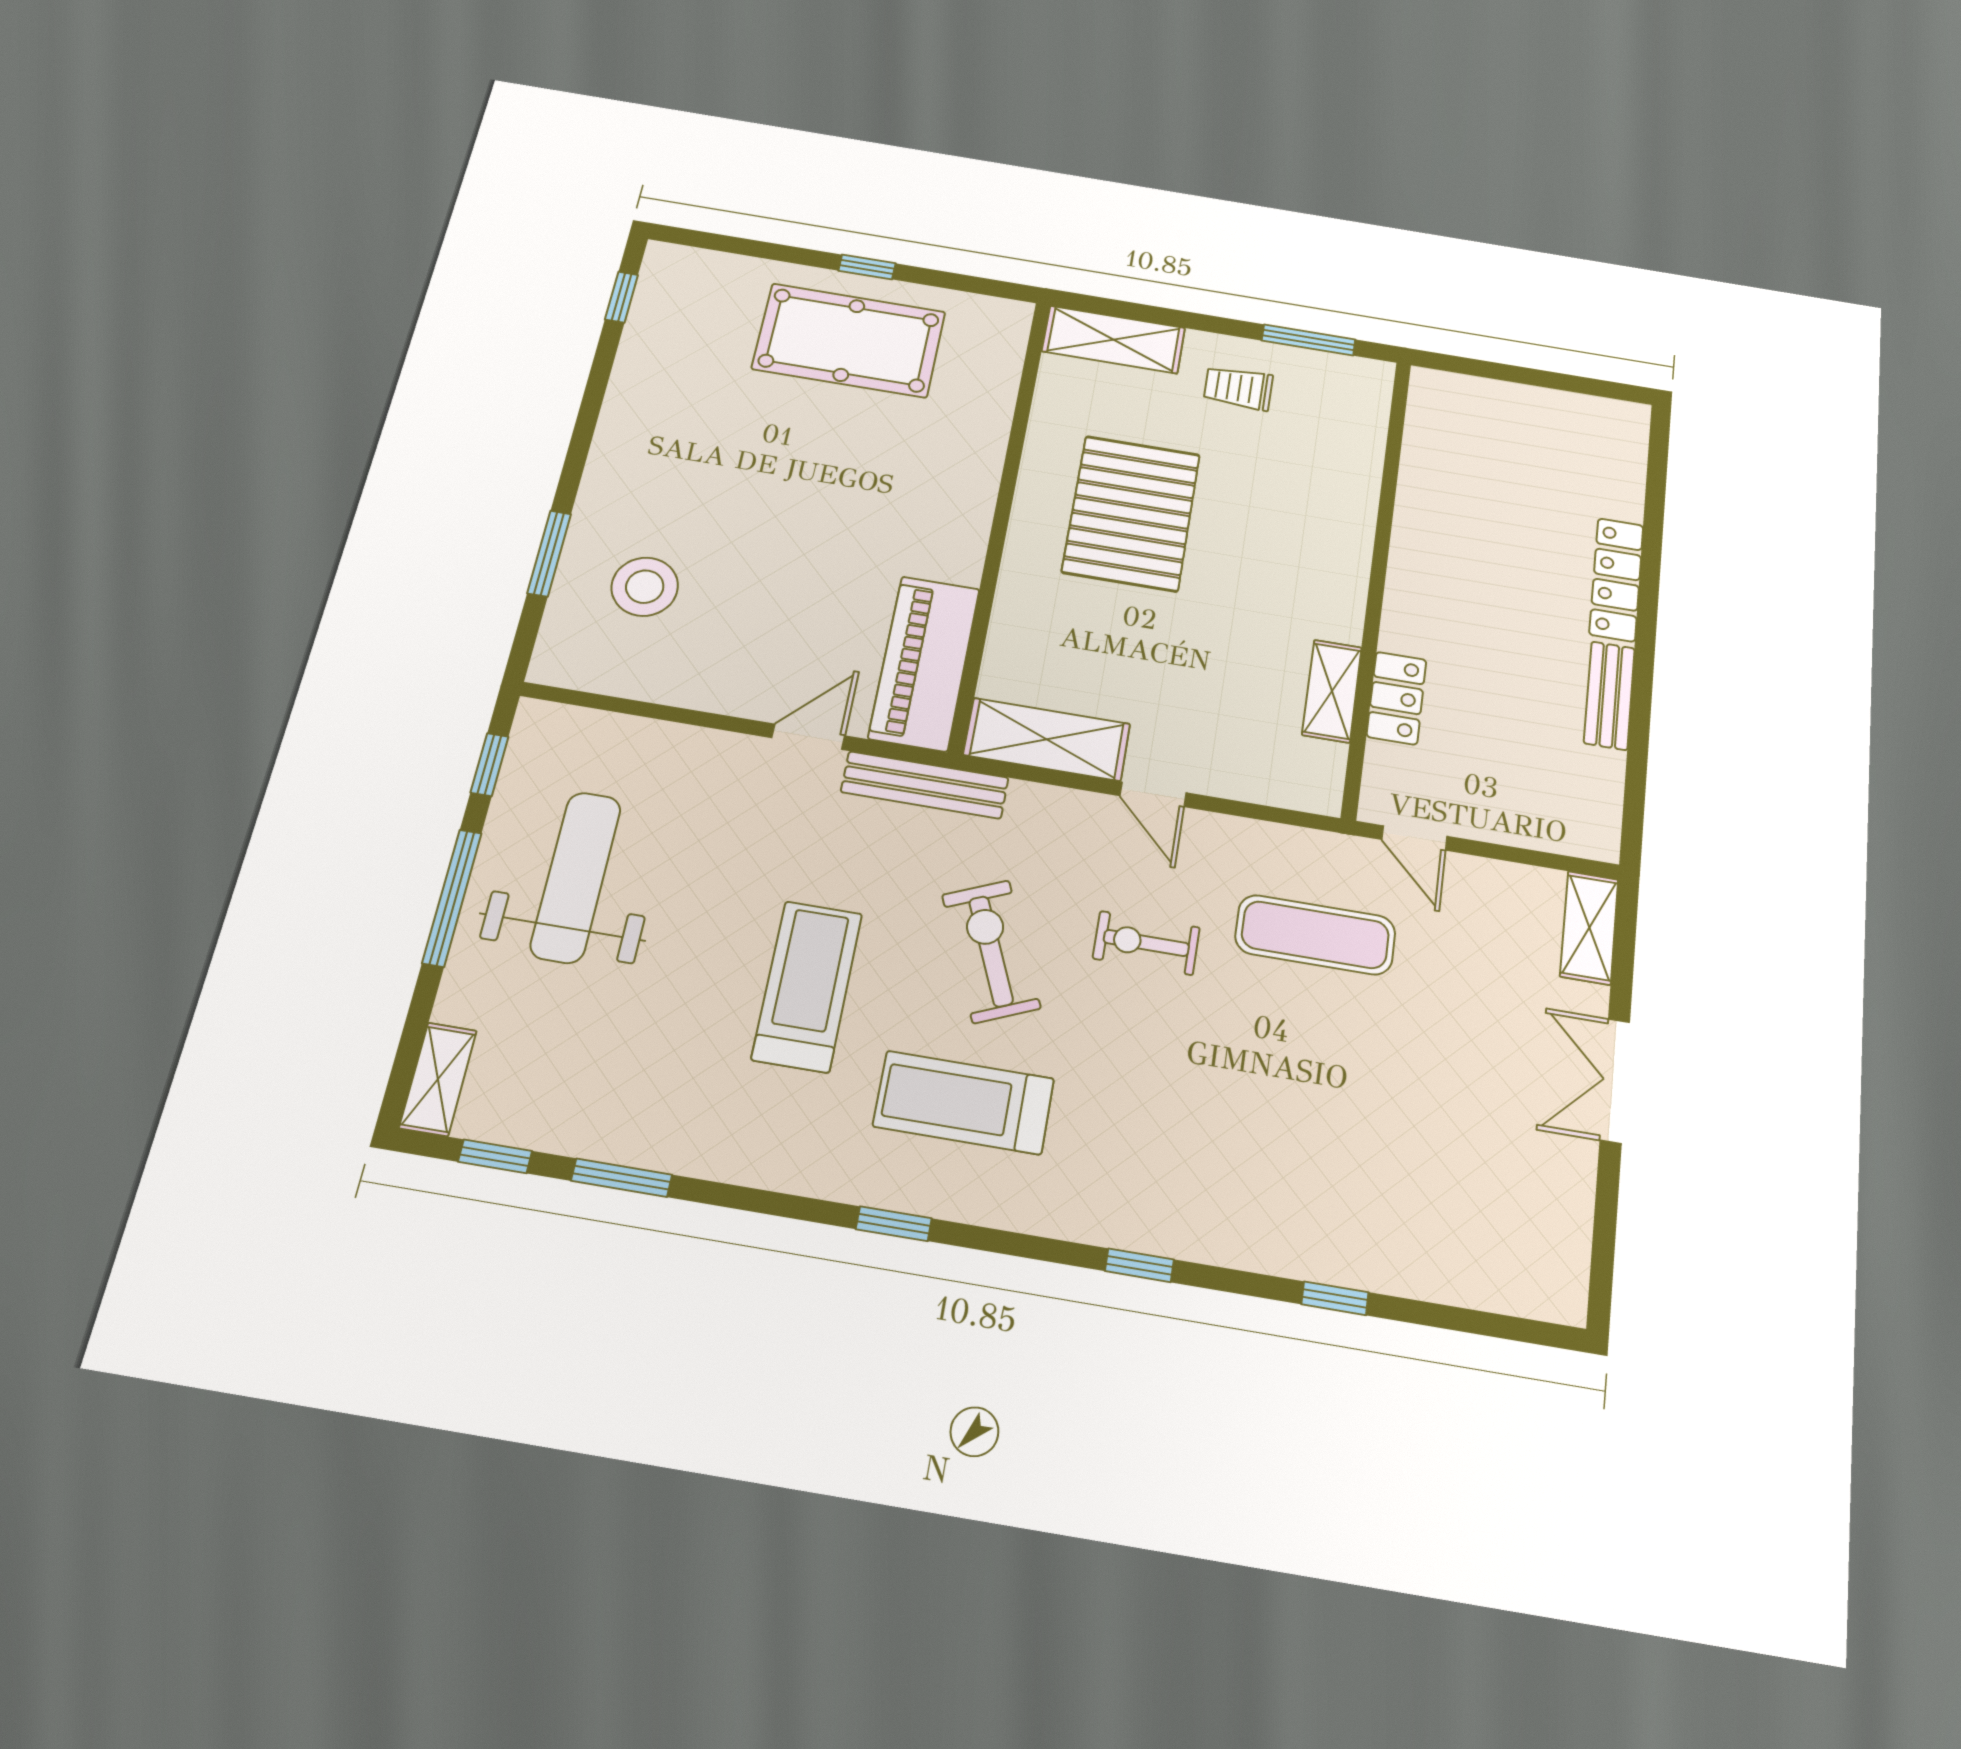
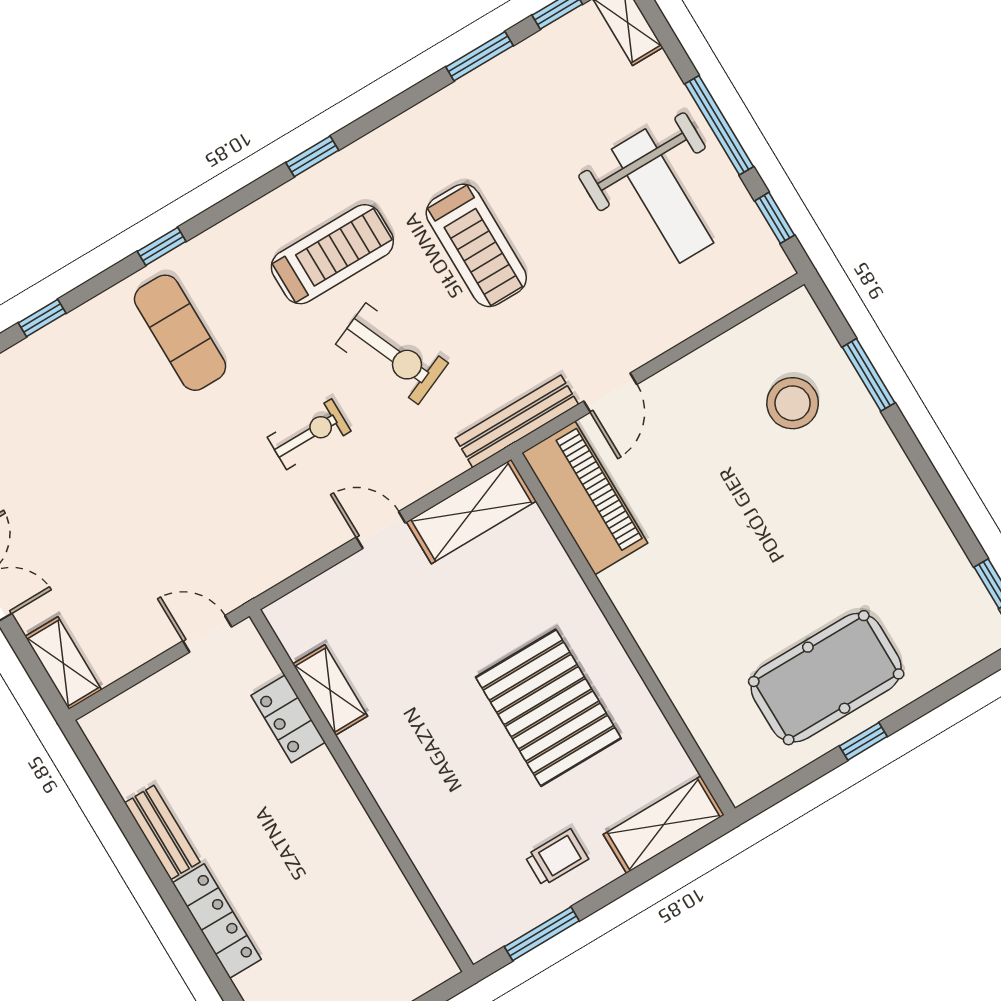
exercise mat: (1315, 935) -> (180, 333), moved, turned 90

